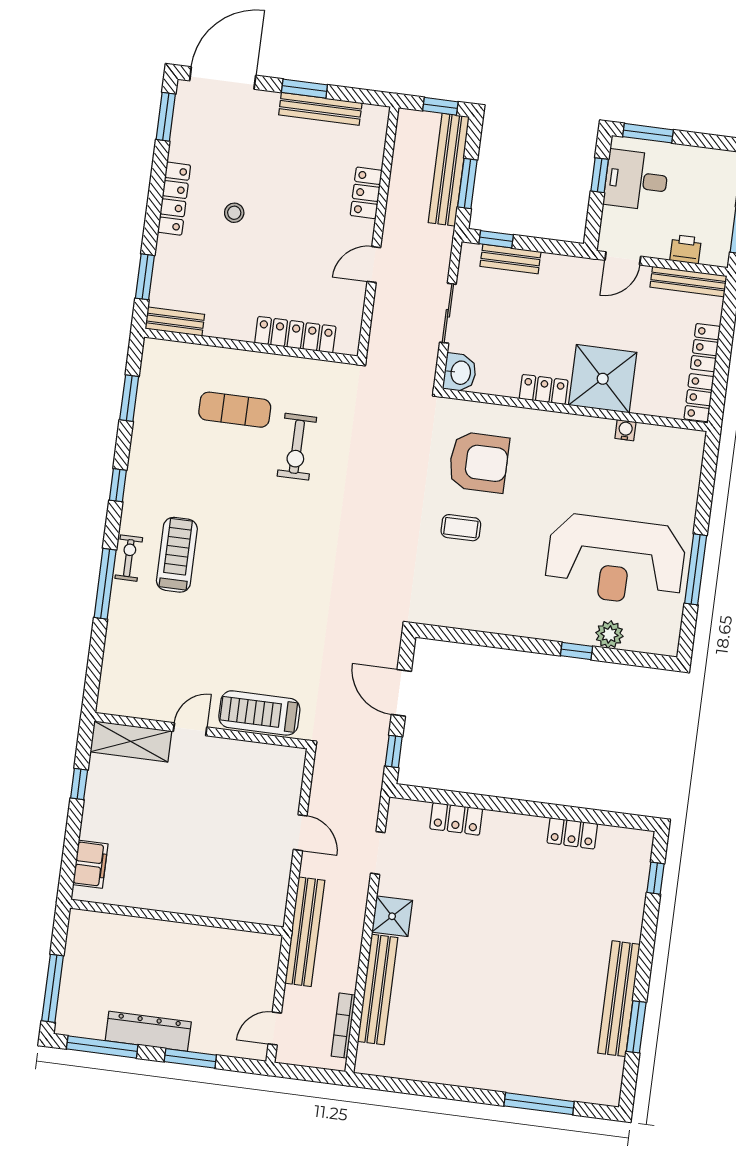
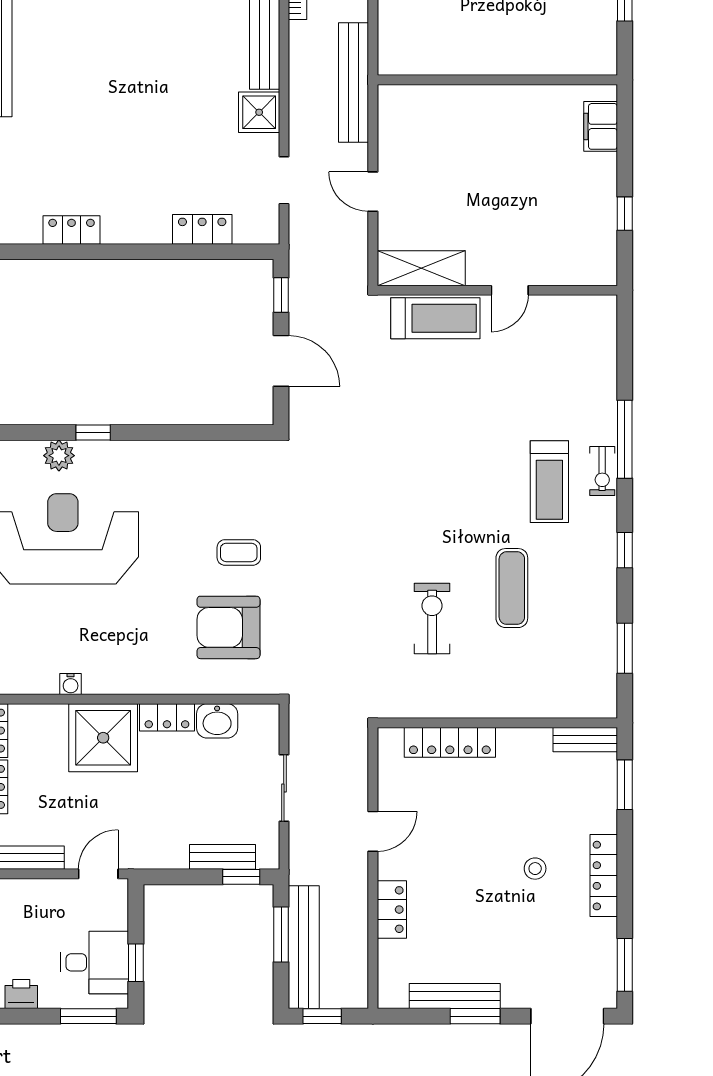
printer: (686, 249) -> (21, 994), moved, turned 180
washbasin: (460, 373) -> (217, 721), moved, turned -90
exercise mat: (235, 410) -> (512, 588), moved, turned 90
shelving: (131, 741) -> (421, 268), moved

